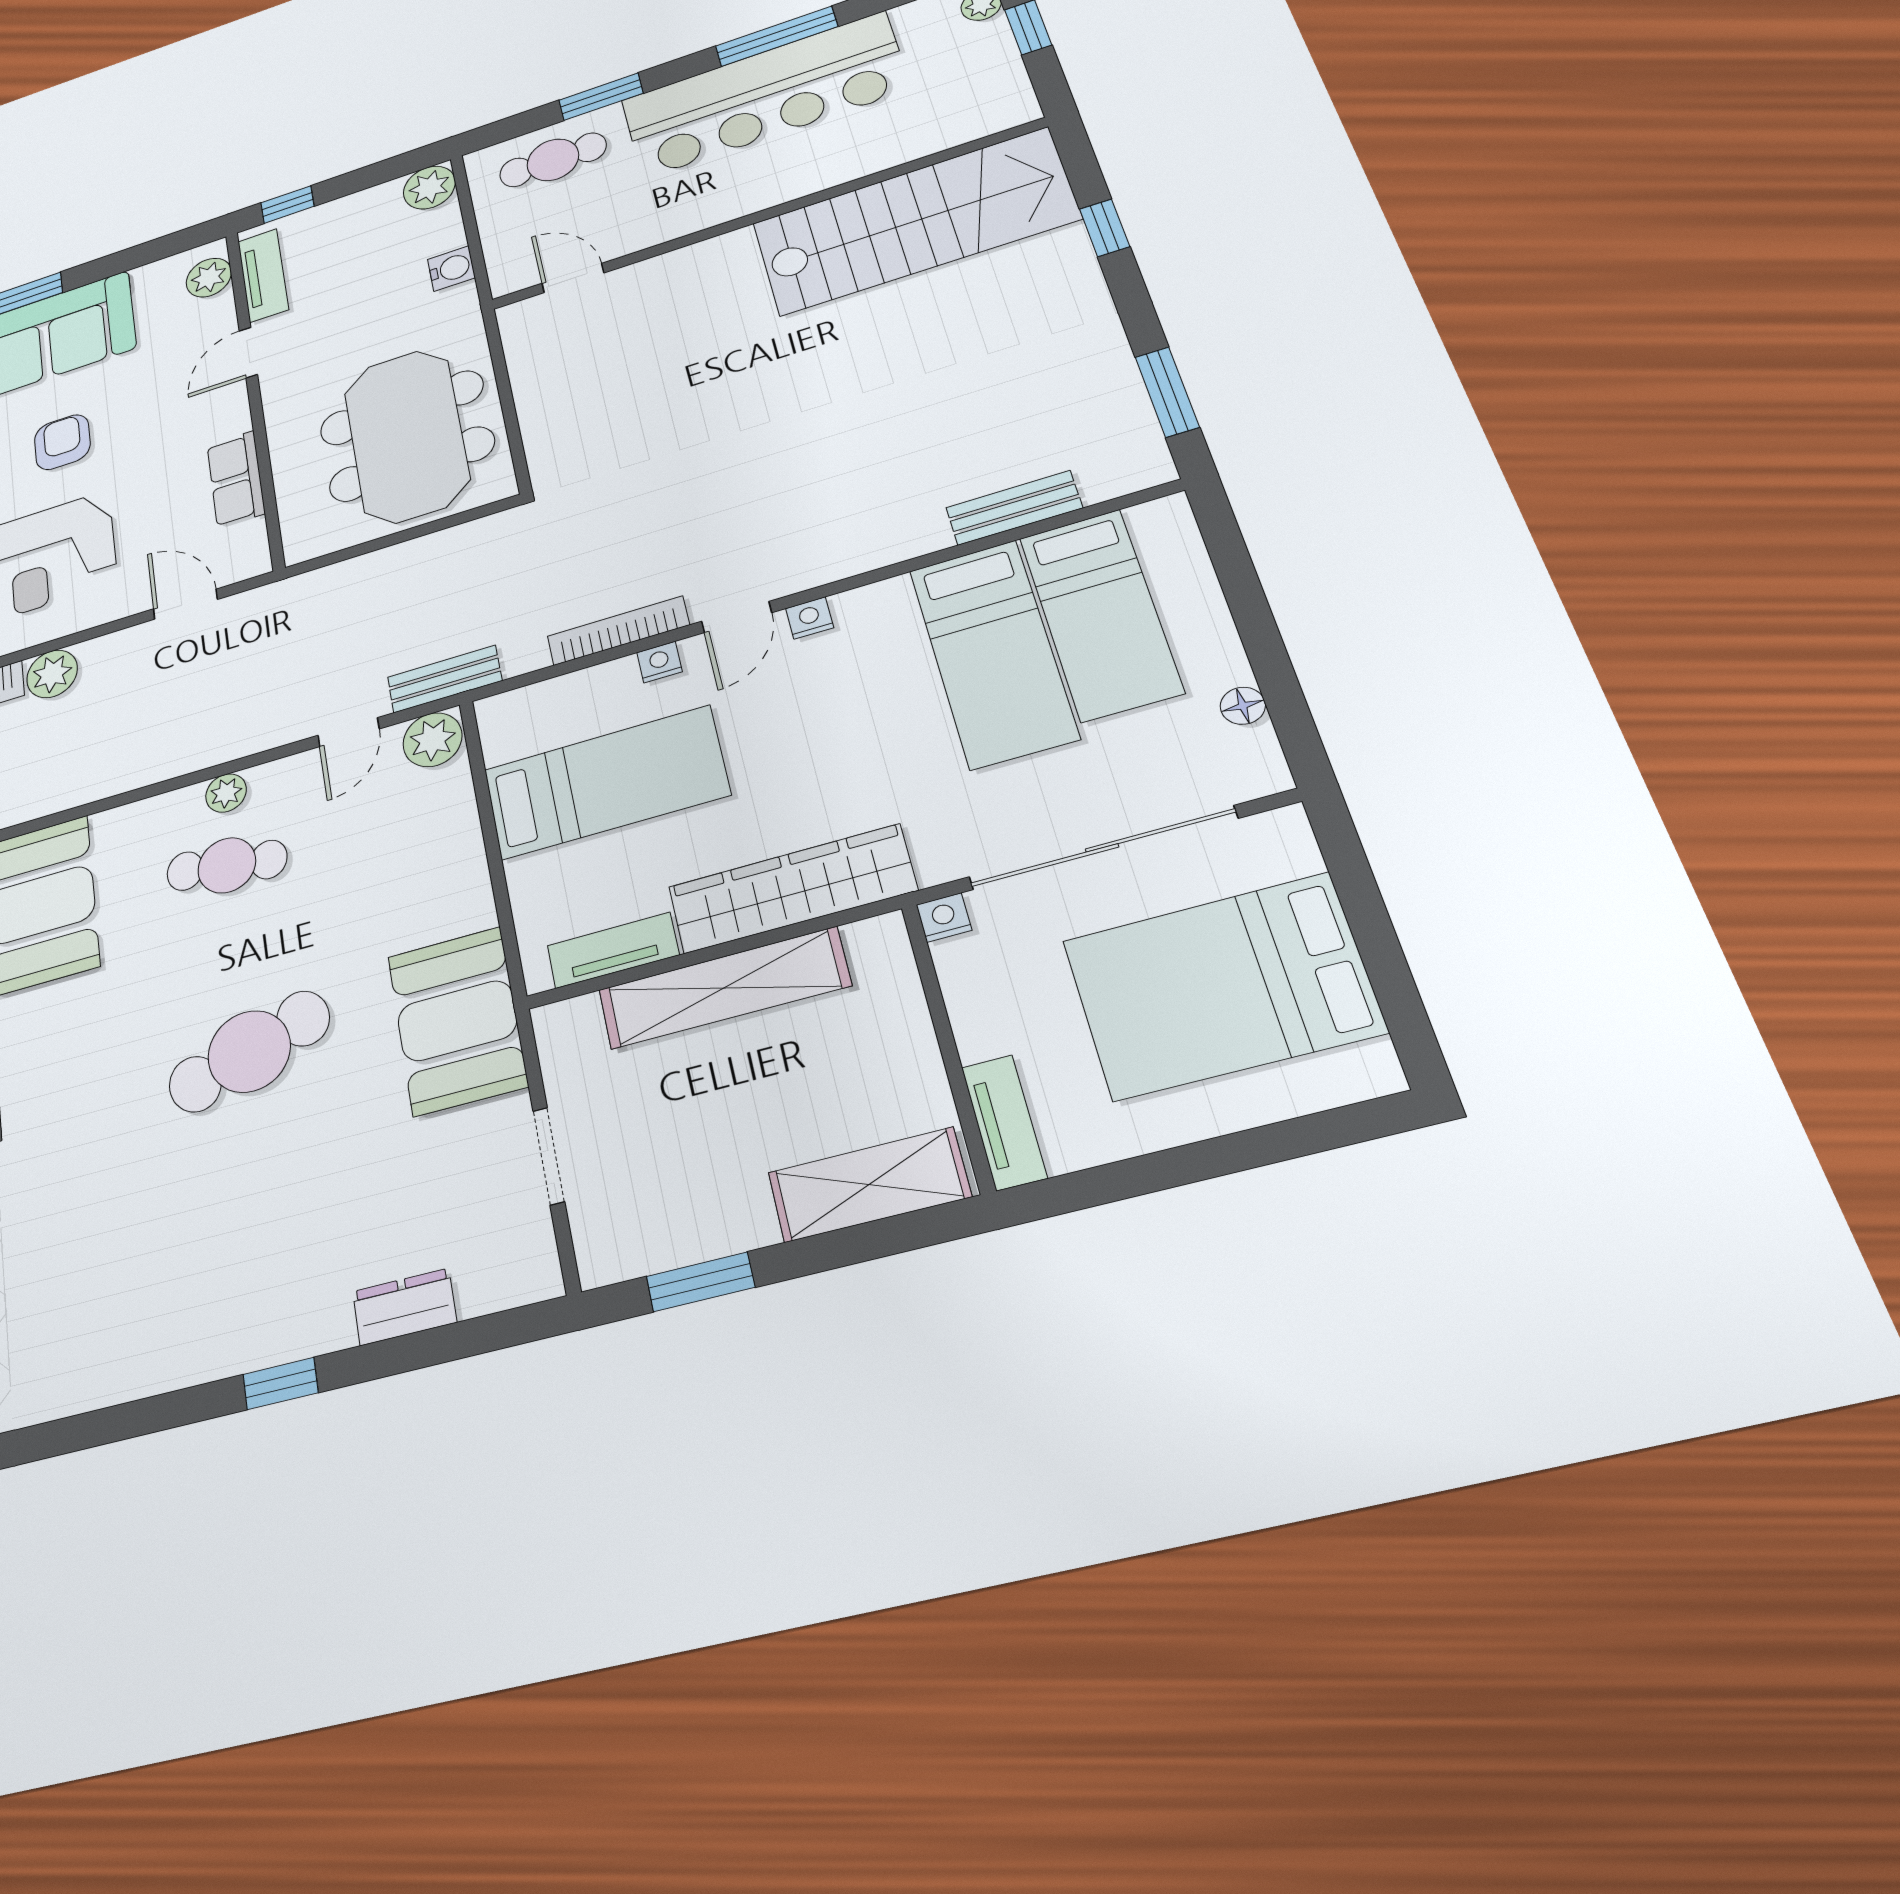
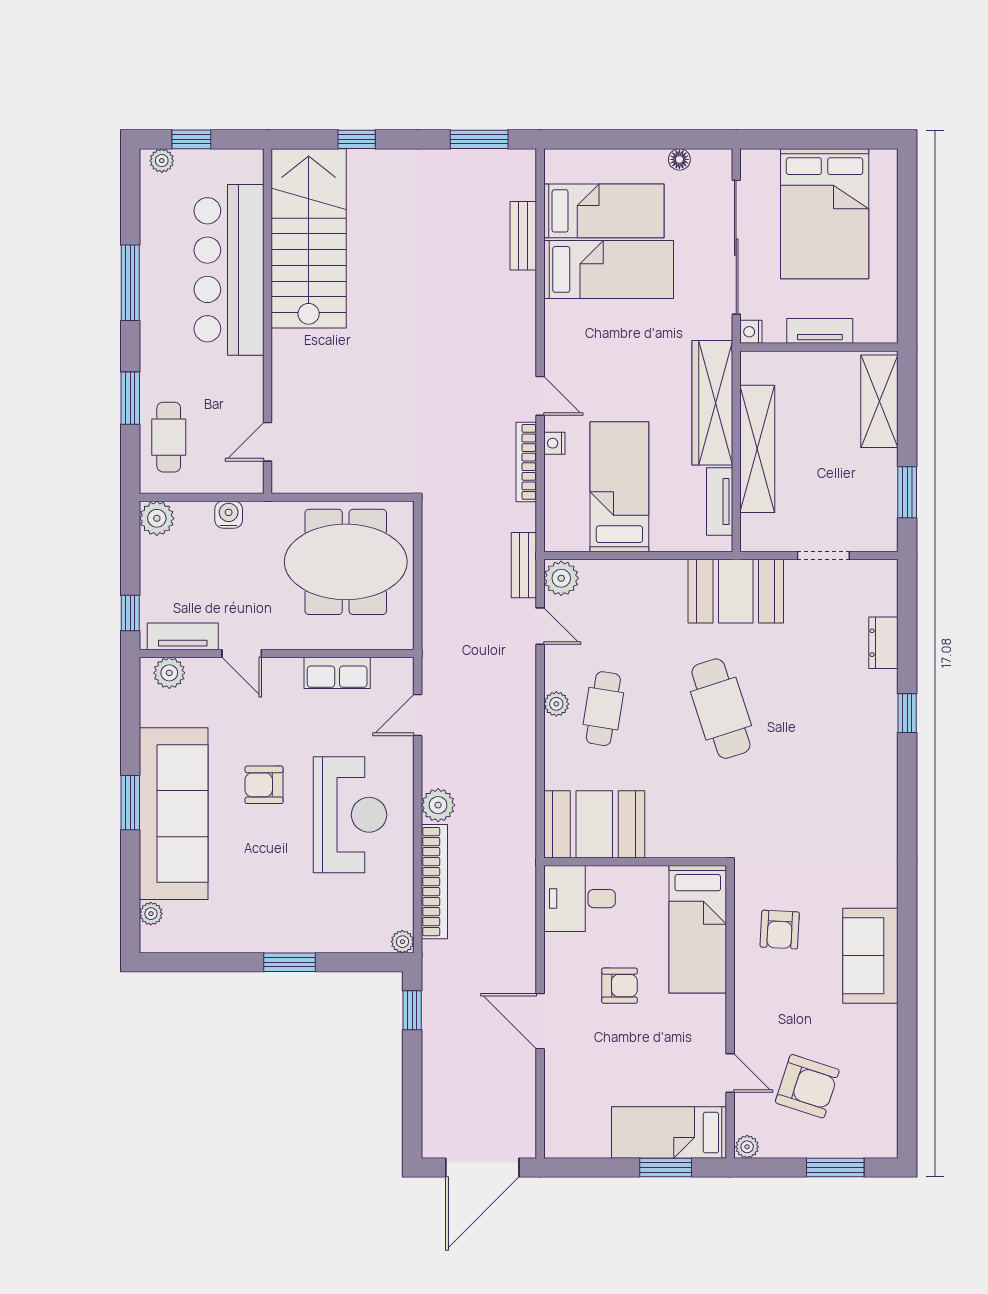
bar counter: (764, 95) -> (229, 270), moved, turned 180
nightstand: (810, 618) -> (554, 357), removed
tv unit: (1004, 1122) -> (820, 331), moved

